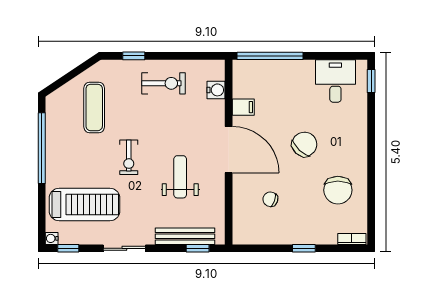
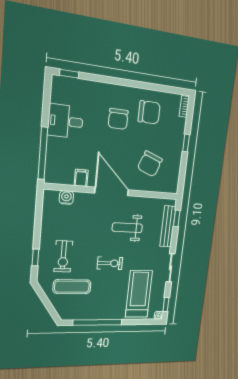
desk: (335, 81) -> (65, 121), moved
exercise bike: (164, 83) -> (63, 256), moved, turned 180
chair: (304, 144) -> (118, 119), moved, turned -133
door: (229, 150) -> (112, 191), hinge flipped
chair: (270, 199) -> (150, 164), width x1.87, depth x1.87

